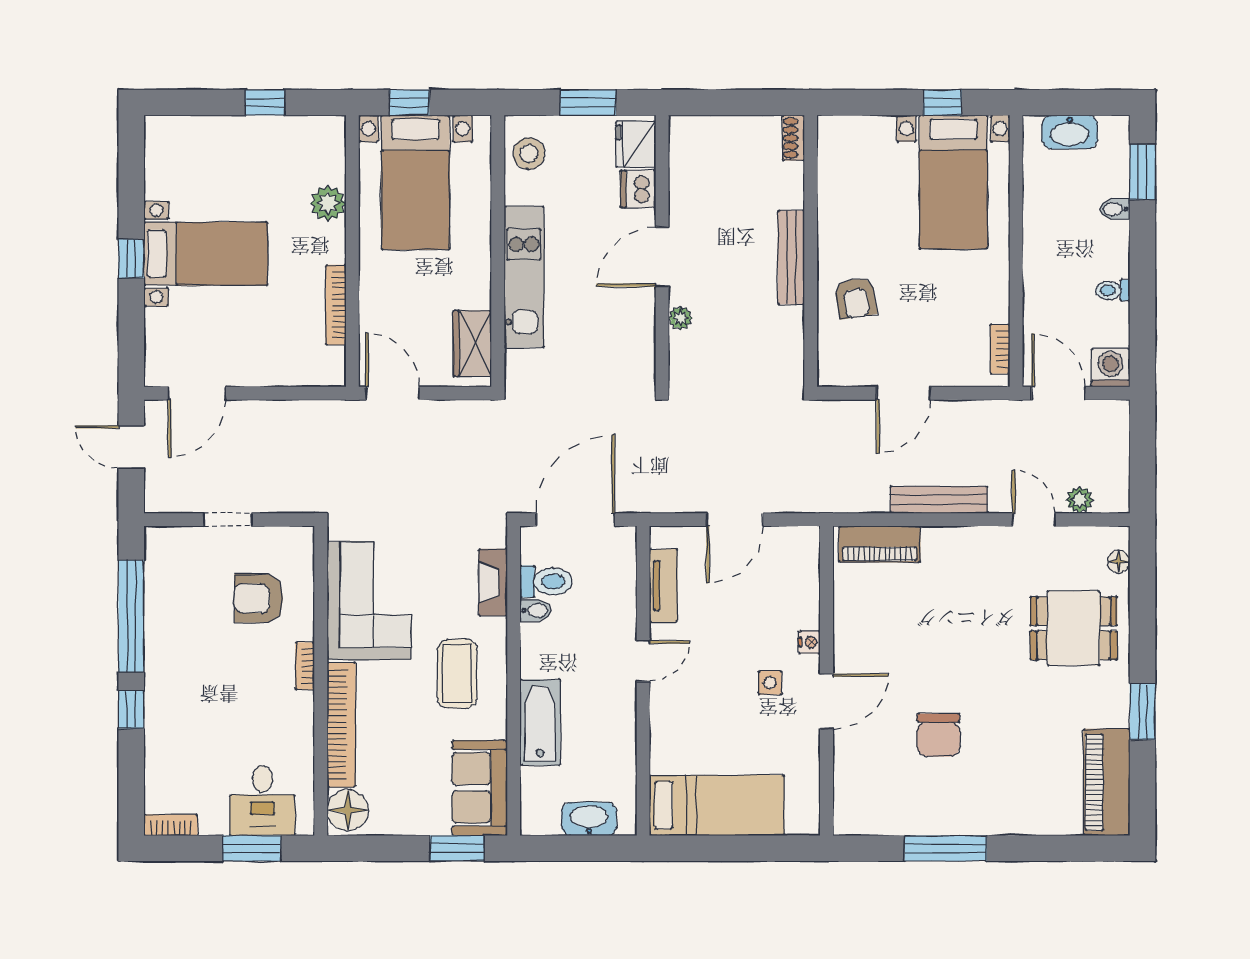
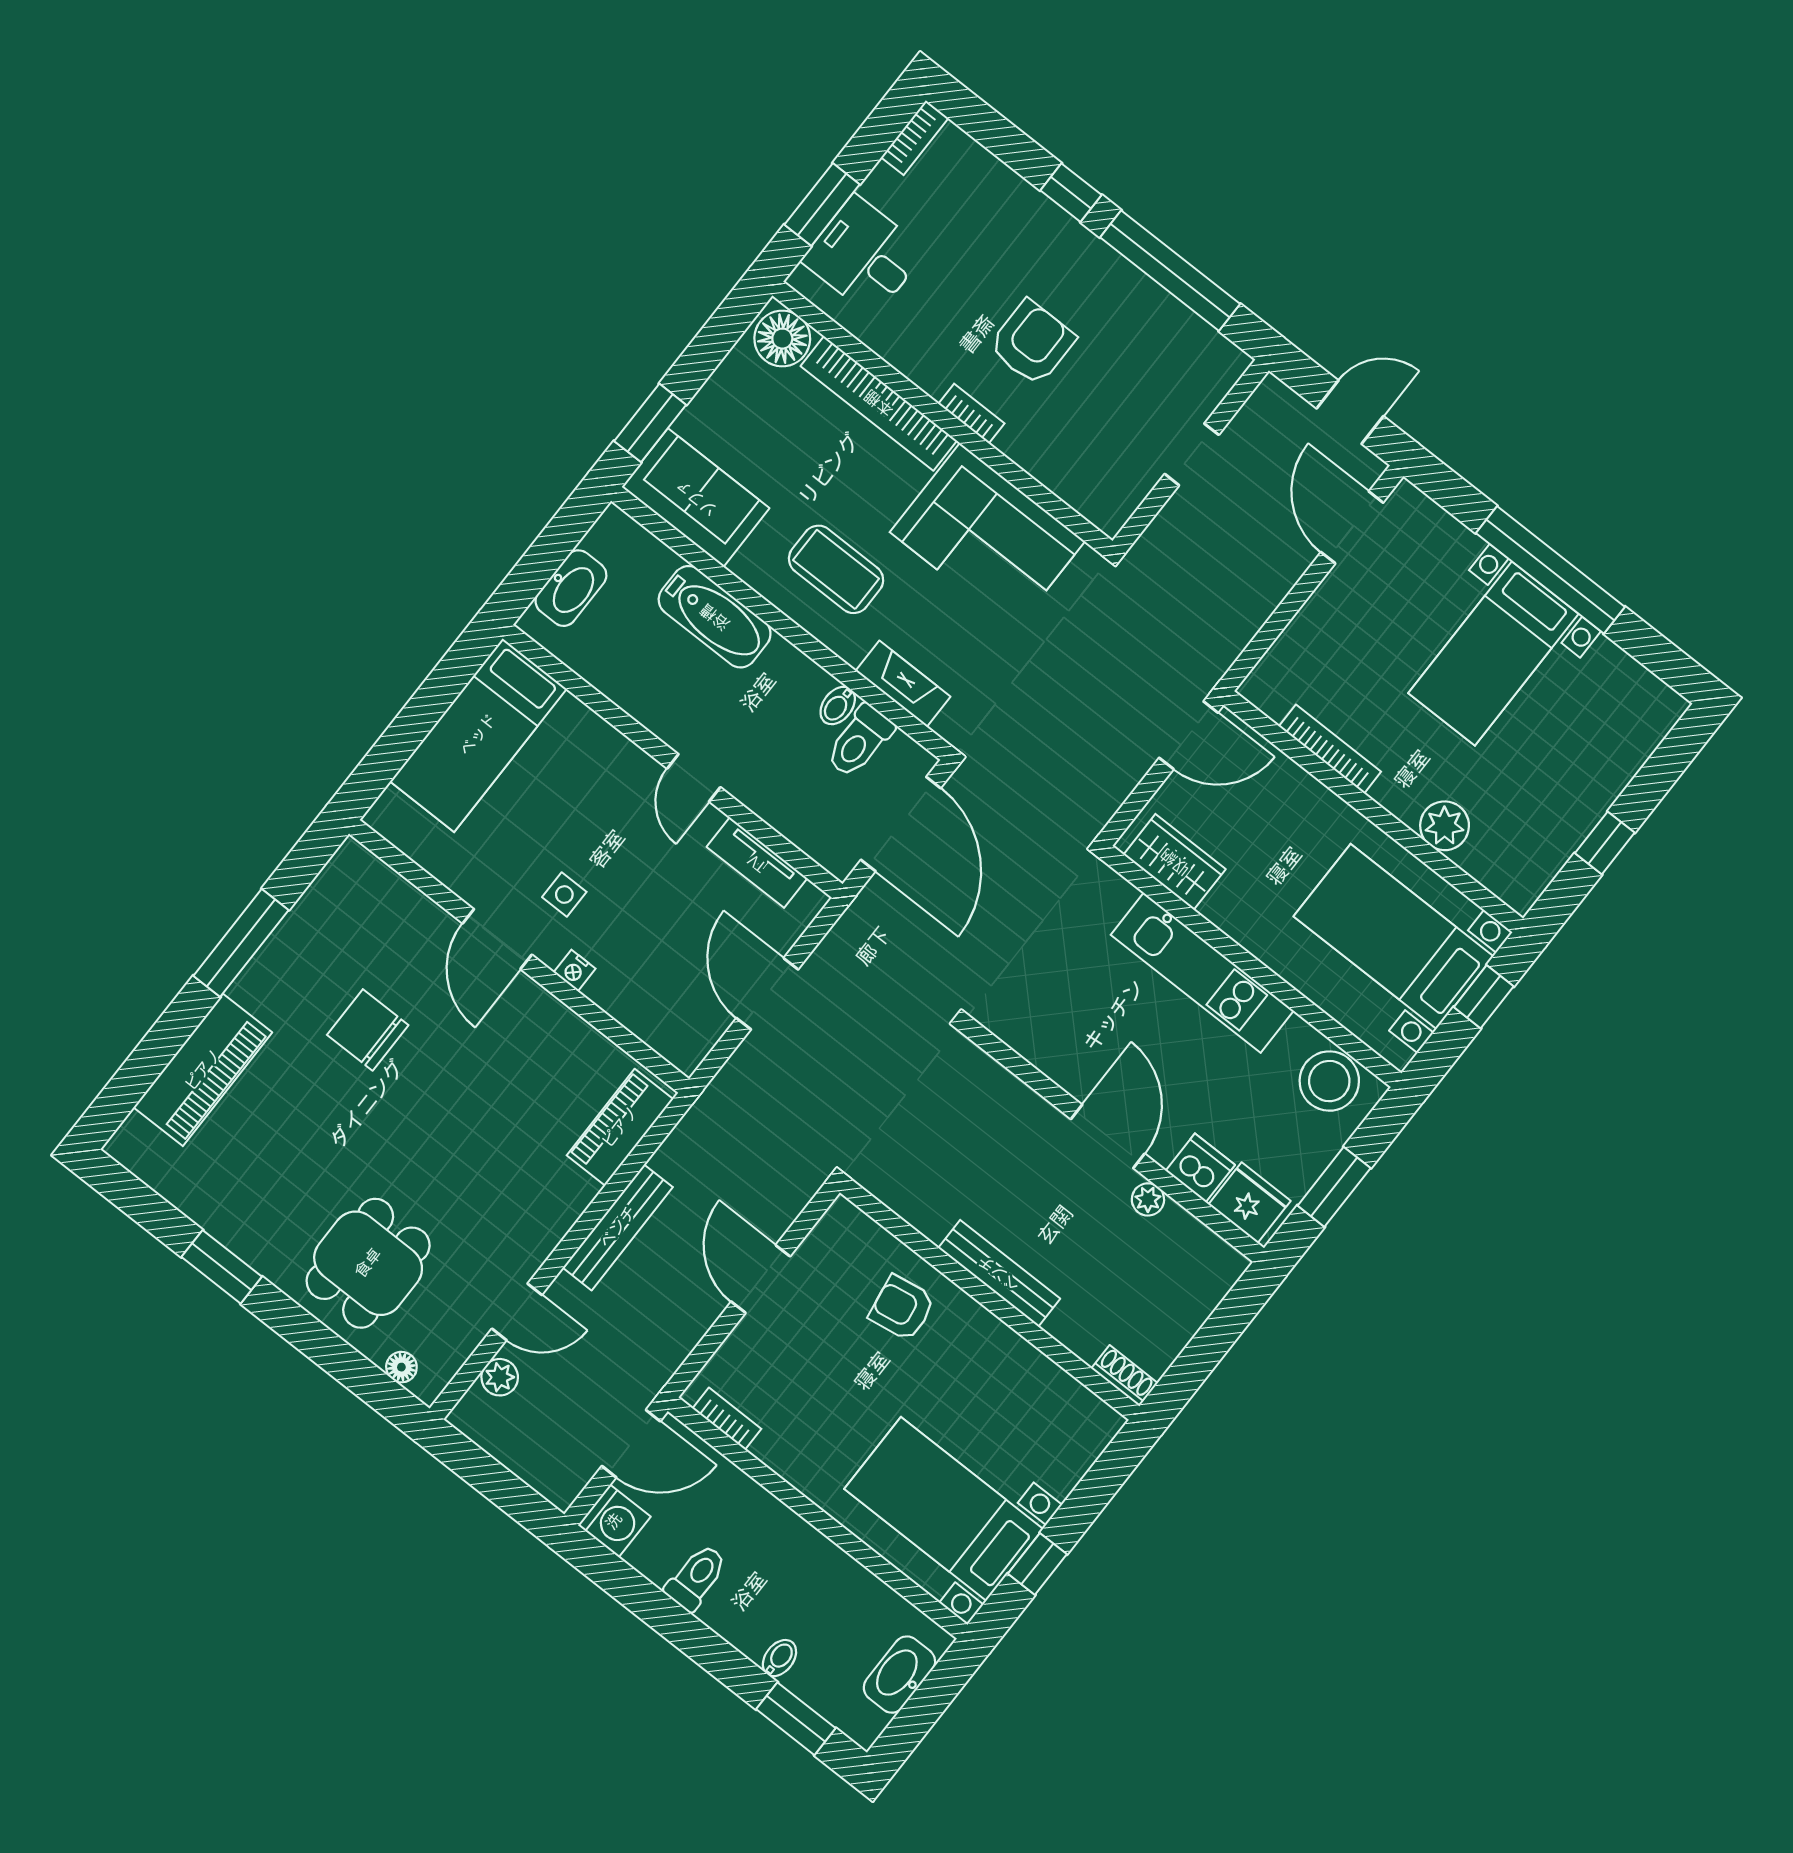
stool: (529, 154) -> (1329, 1081), width x1.38, depth x1.38
window: (131, 259) -> (1550, 570), width x3.17
toilet: (1113, 290) -> (696, 1577), width x1.37, depth x1.39
plant: (680, 318) -> (1148, 1199), moved
armchair: (259, 598) -> (1032, 343), moved
piano: (1107, 782) -> (203, 1070), moved, turned 90

